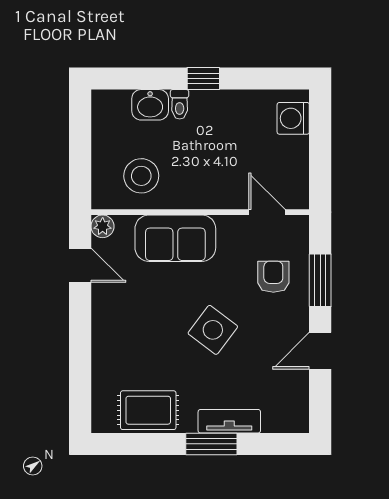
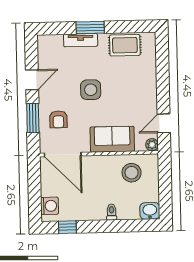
window: (203, 79) -> (67, 227), moved
washbasin: (150, 105) -> (150, 211), moved
door: (267, 212) -> (63, 154), width x1.88
door: (80, 265) -> (164, 123), hinge flipped
side table: (213, 330) -> (91, 90), turned -37

